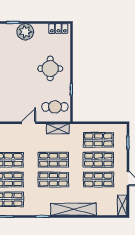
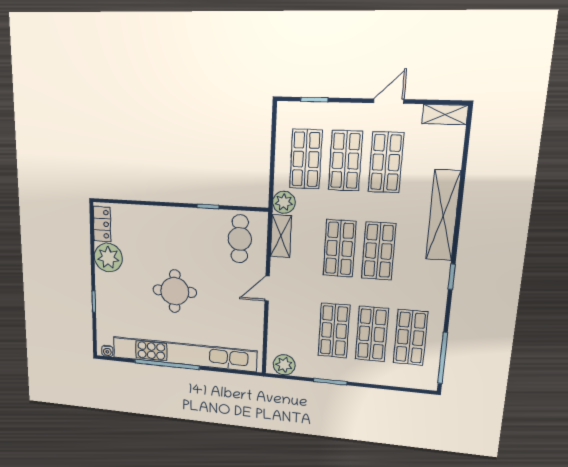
plant: (25, 32) -> (108, 258), moved
round table: (50, 69) -> (175, 291), moved
door: (29, 123) -> (267, 289), hinge flipped
plant: (76, 130) -> (284, 202), added

